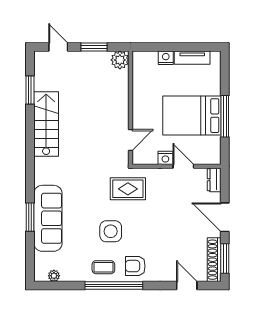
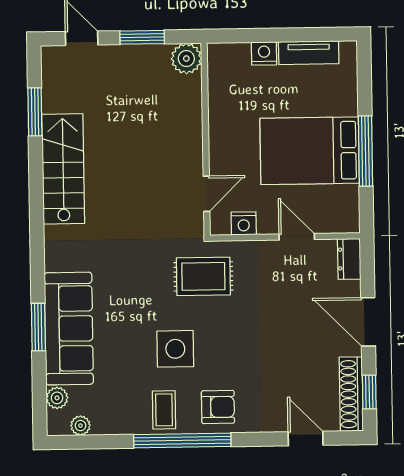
nightstand: (165, 158) -> (244, 223), moved
plant: (40, 259) -> (57, 398), added
window: (225, 259) -> (369, 392), width x0.67
armchair: (135, 266) -> (218, 407), turned 180
coffee table: (103, 267) -> (164, 410), turned 90

